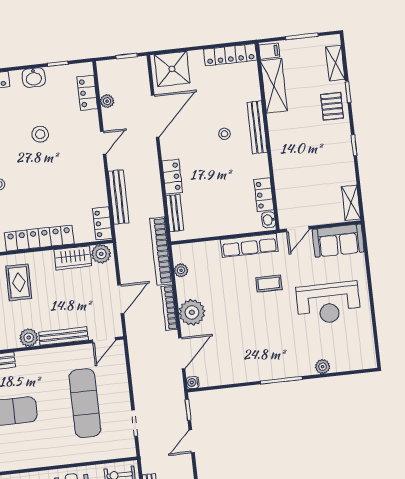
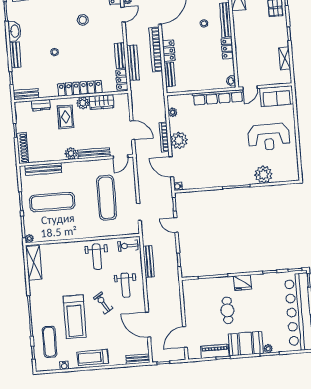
door: (103, 143) -> (123, 14), moved
bench: (99, 187) -> (120, 56), added
locker: (264, 195) -> (227, 49), moved
shelving: (351, 203) -> (285, 58), moved
row of seats: (249, 245) -> (218, 97), width x1.36
bookcase: (161, 251) -> (156, 49), moved
plant: (101, 254) -> (83, 103), moved
coffee table: (269, 284) -> (230, 123), removed
door: (121, 299) -> (132, 130), hinge flipped
door: (182, 353) -> (171, 167), swing flipped
plant: (323, 367) -> (263, 175), width x1.87, depth x1.87
door: (192, 441) -> (176, 225), hinge flipped

